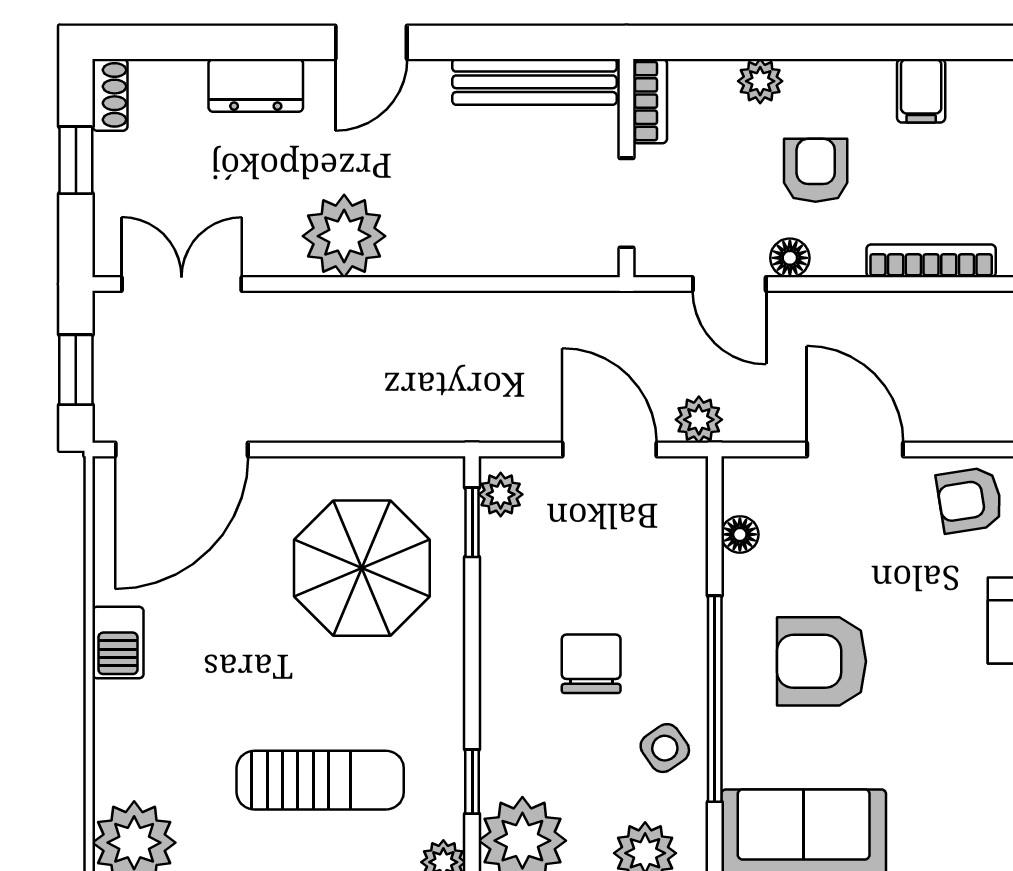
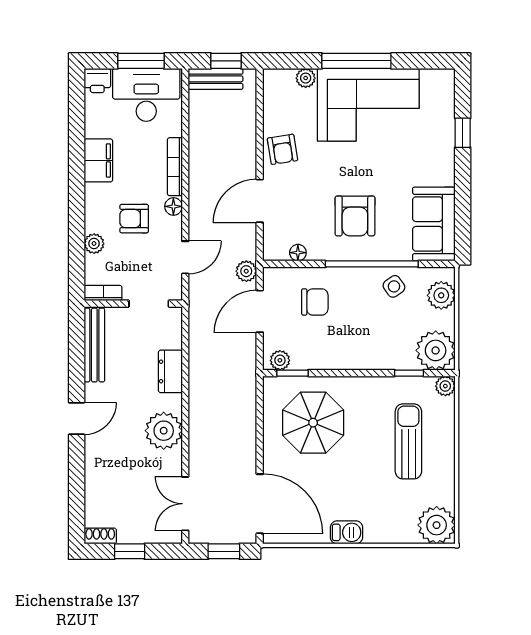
door: (371, 42) -> (77, 418), hinge flipped
dresser: (256, 85) -> (170, 371), moved, turned 180
filing cabinet: (921, 91) -> (98, 160), width x2.00
floor lamp: (790, 258) -> (173, 206), moved
chair: (591, 664) -> (315, 302), moved, turned 180

